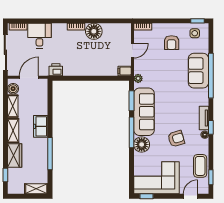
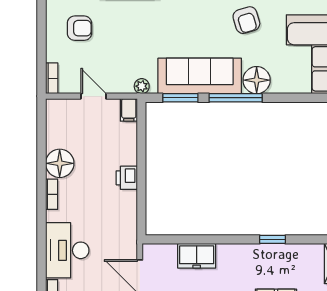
desk: (39, 36) -> (67, 250), width x1.37
printer: (56, 70) -> (127, 178), moved
freezer: (41, 126) -> (197, 256), moved
armchair: (176, 139) -> (246, 20), turned 180
window: (50, 154) -> (273, 239), width x0.46

